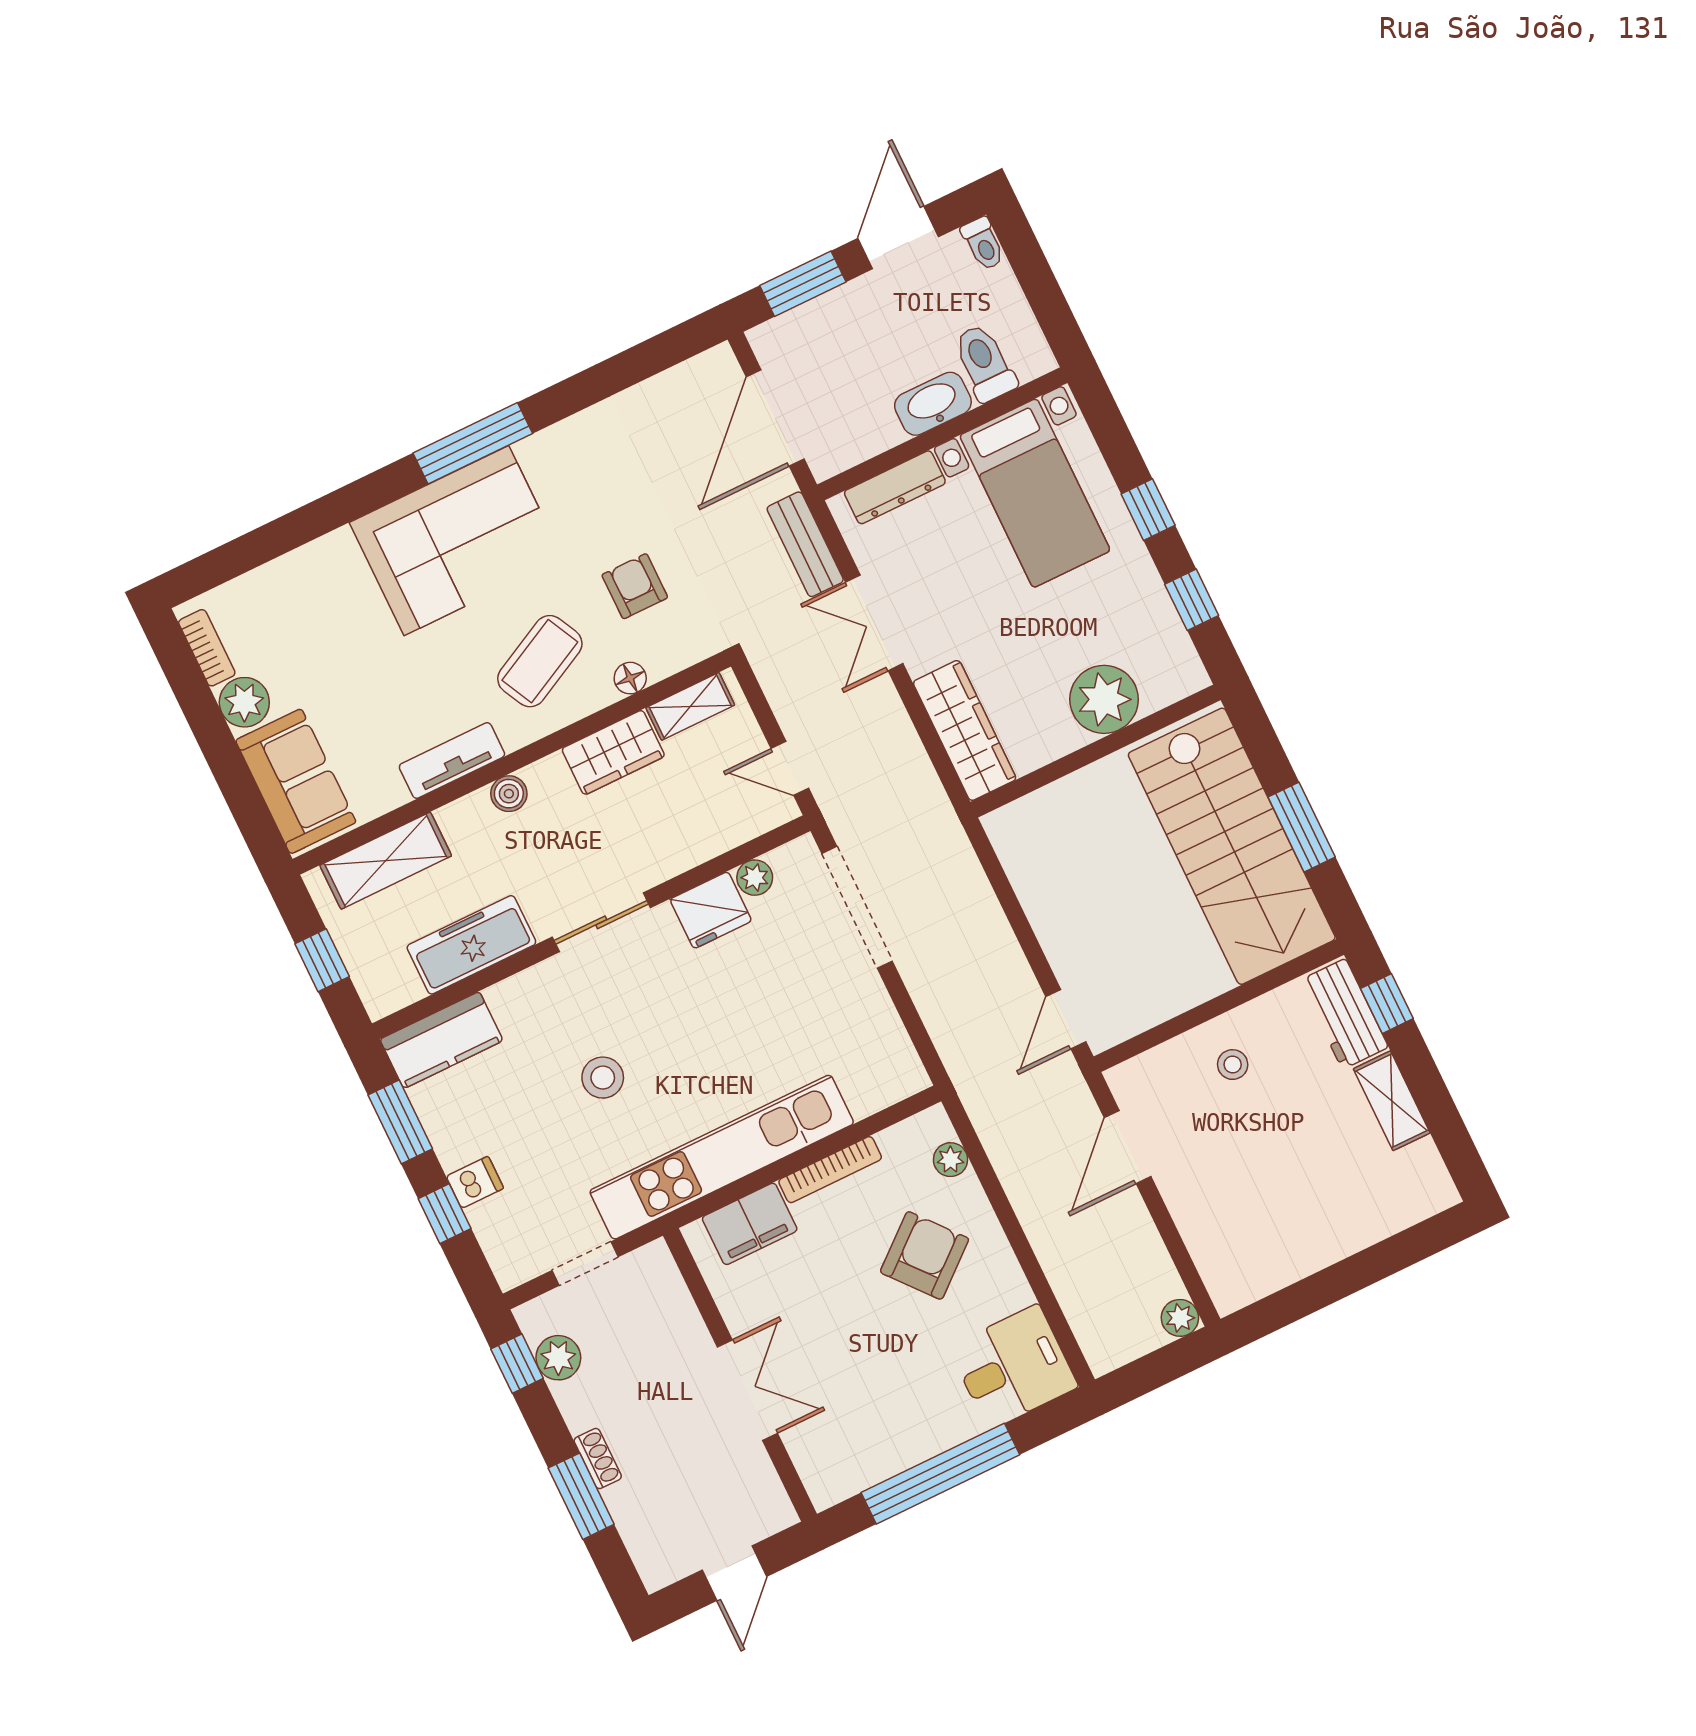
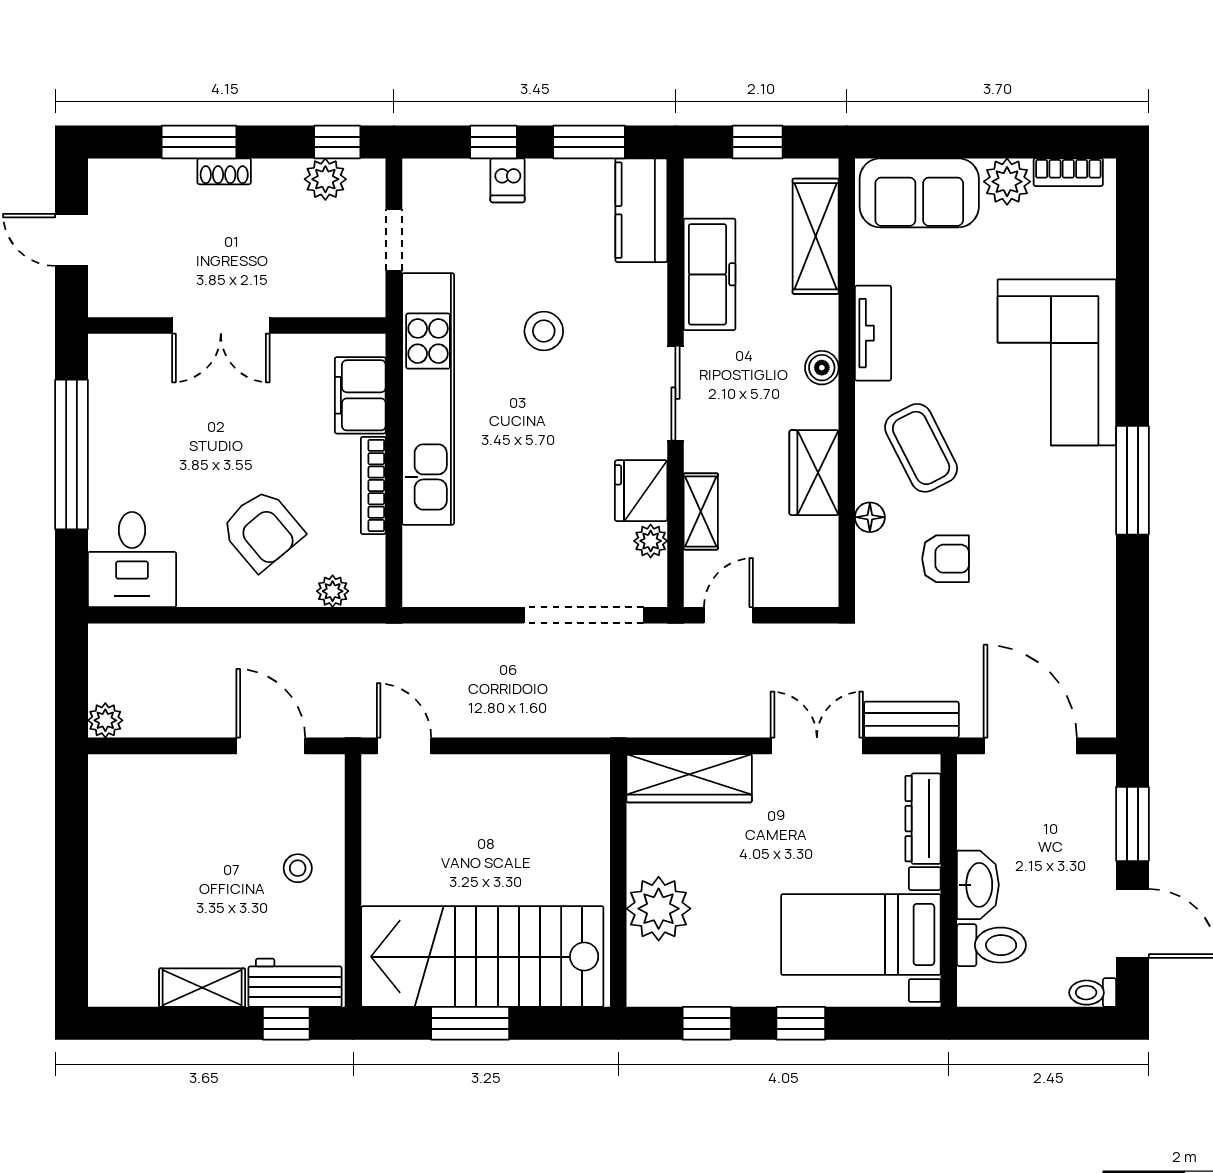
corner sofa: (456, 541) -> (1057, 362), moved
shelving: (690, 706) -> (701, 511), moved

